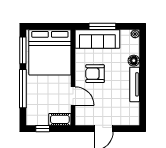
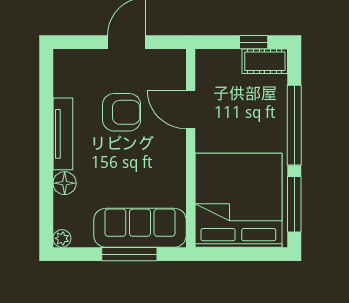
armchair: (95, 74) -> (122, 112), moved
cot: (60, 119) -> (265, 61), moved

